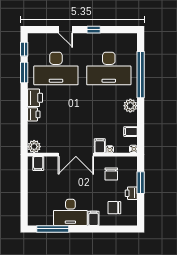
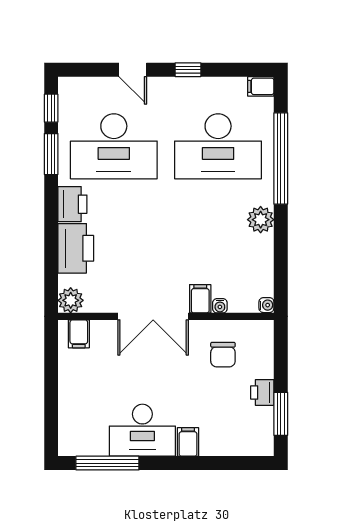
printer: (34, 114) -> (76, 248), width x1.87, depth x1.48
filing cabinet: (130, 132) -> (261, 86), moved
window: (141, 183) -> (281, 414), moved
chair: (114, 208) -> (229, 421), removed

